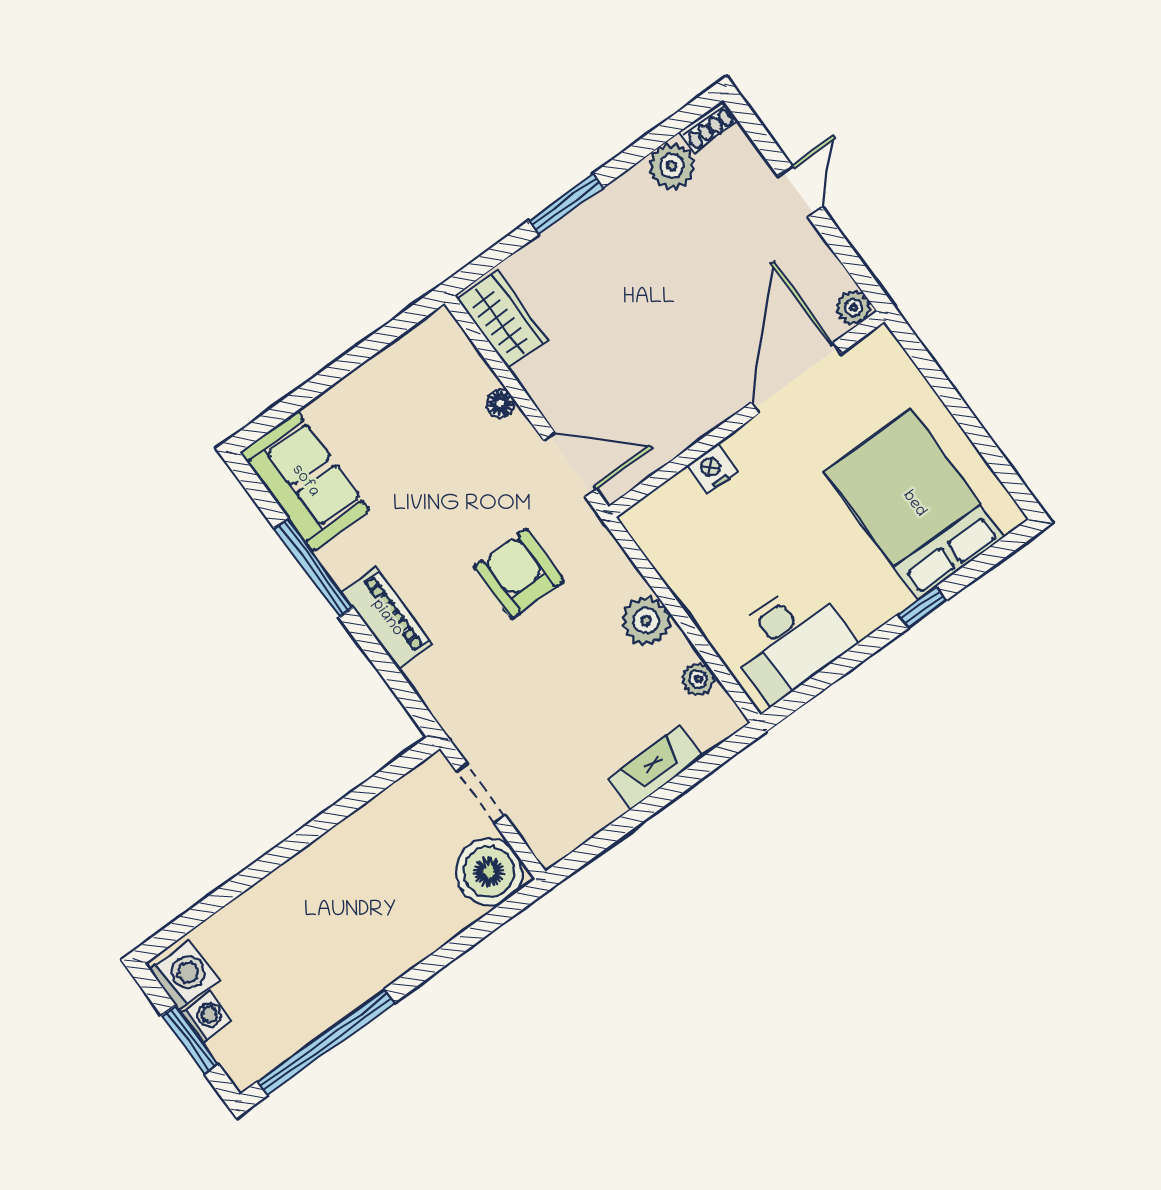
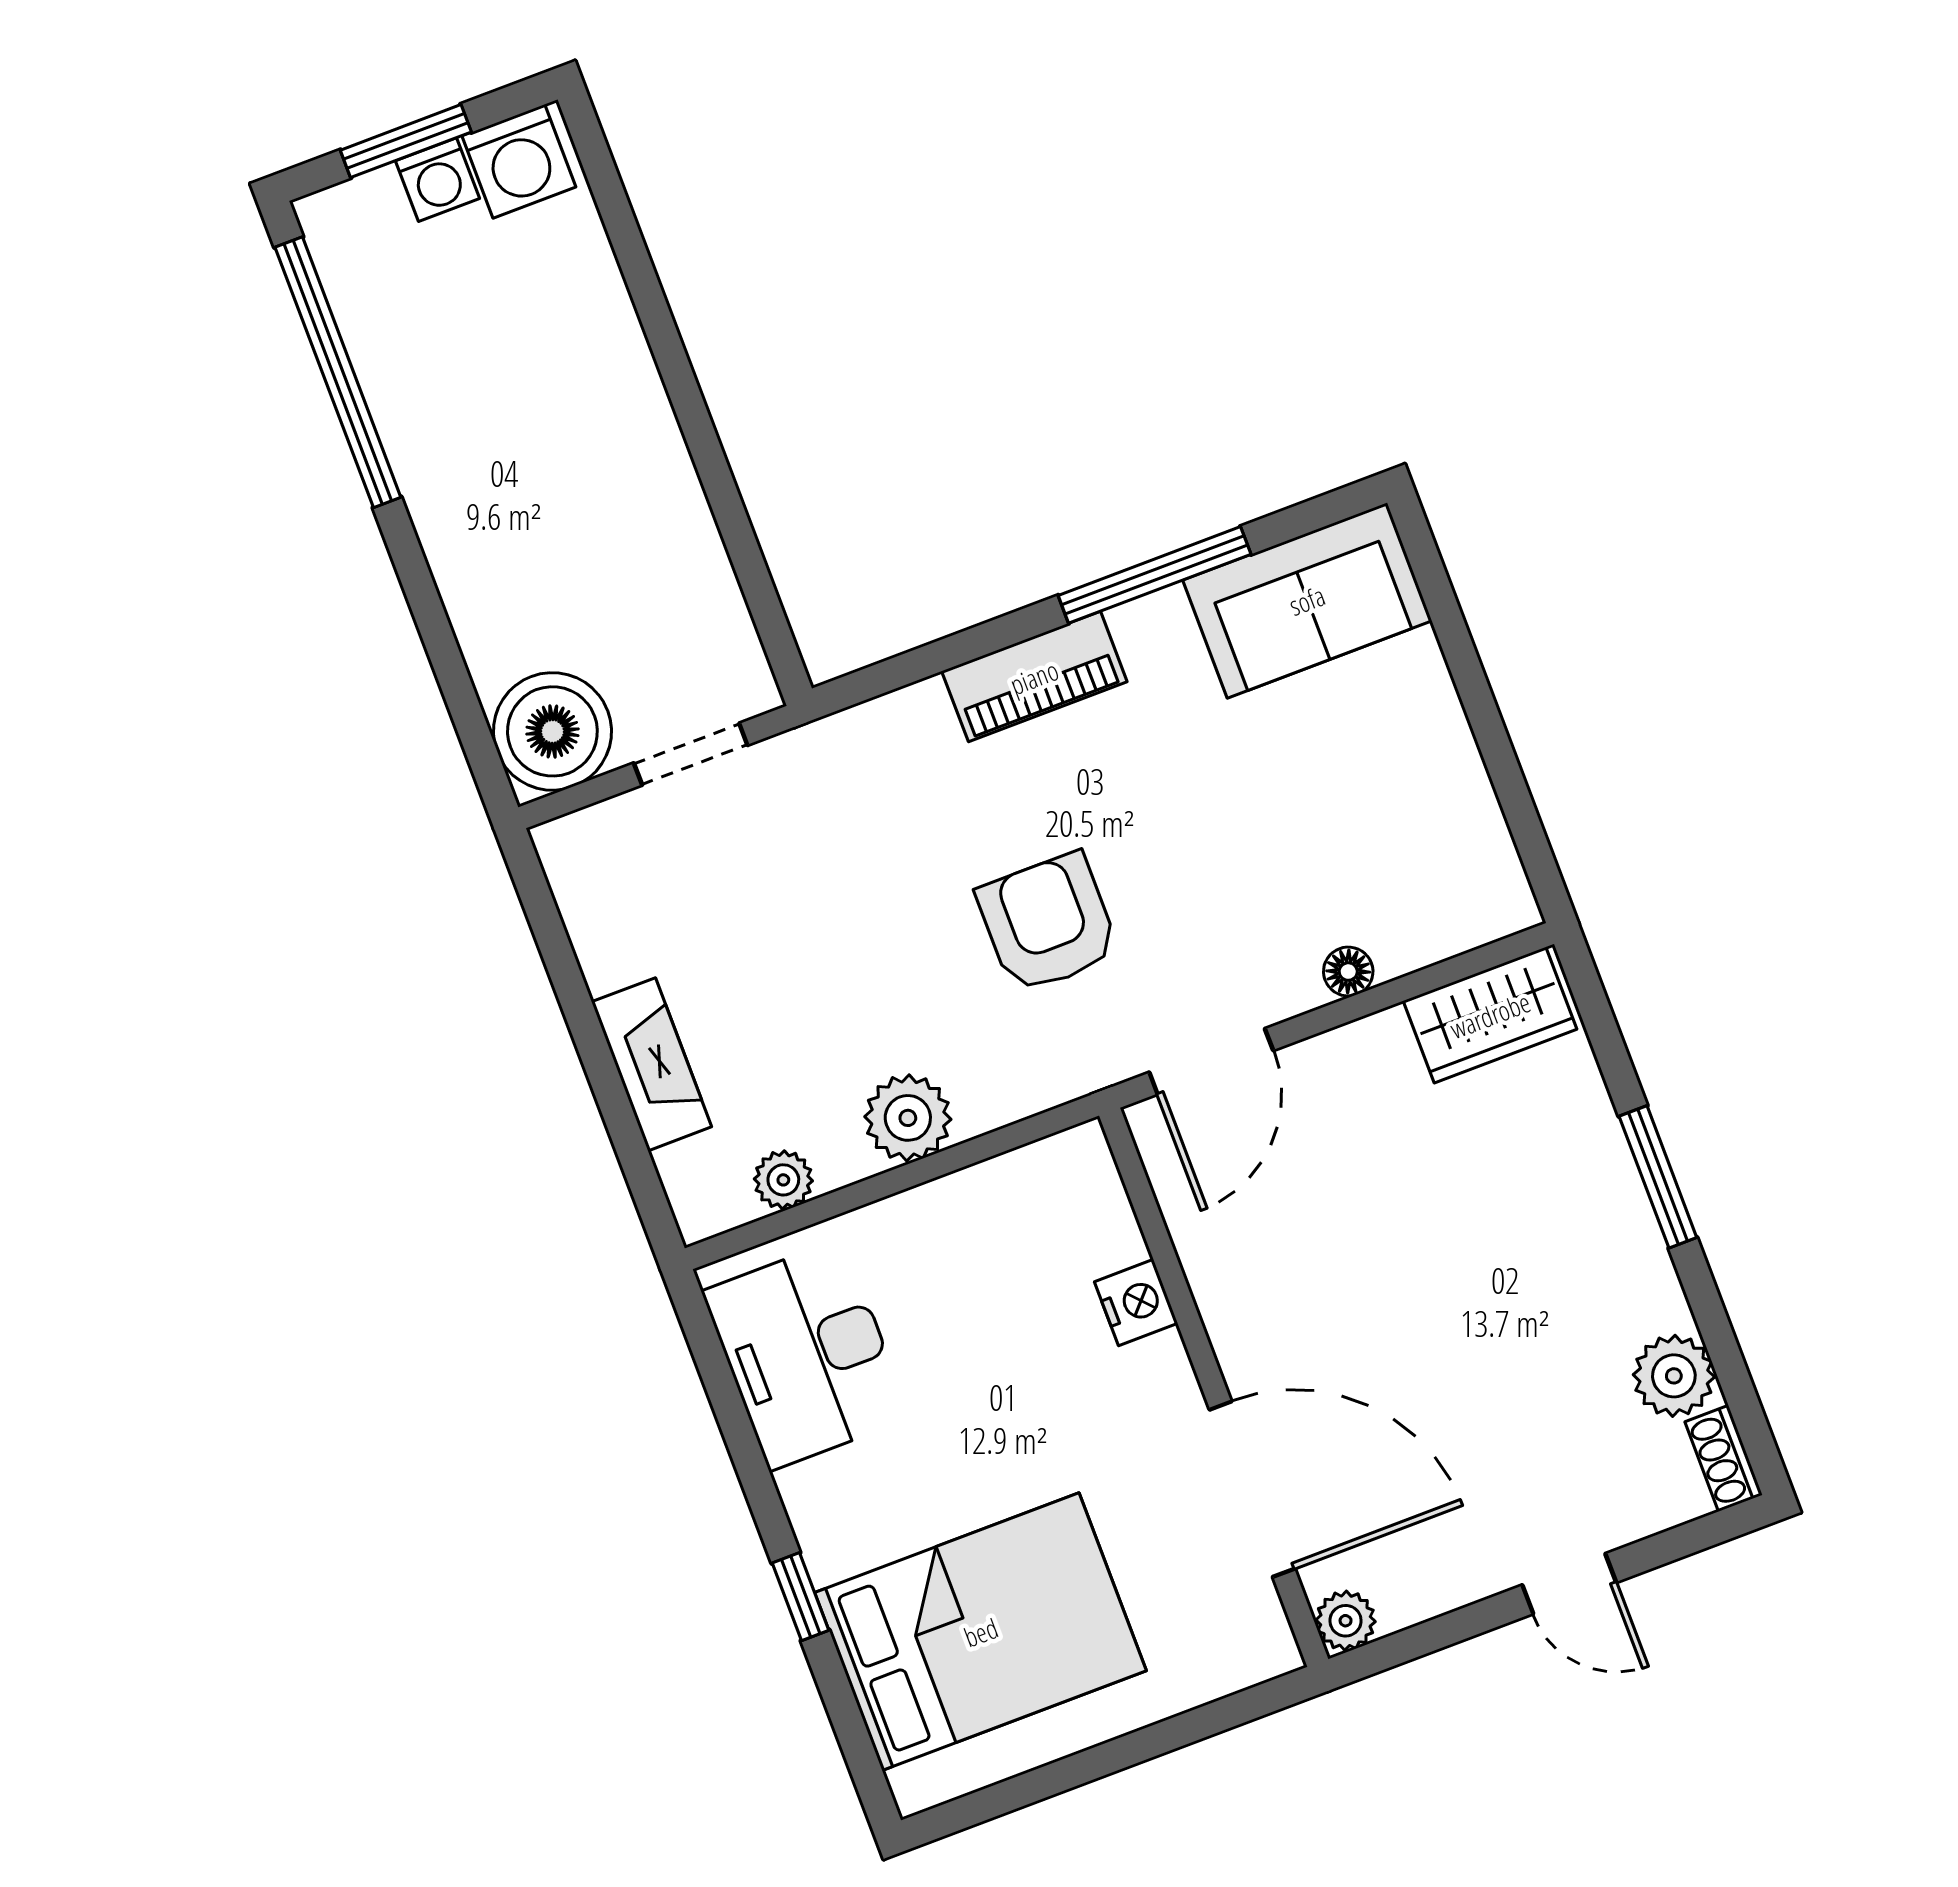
armchair: (519, 574) -> (1048, 923), turned -90

